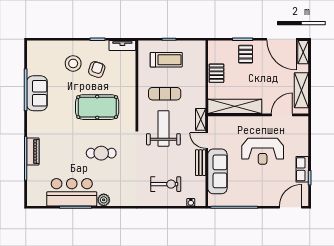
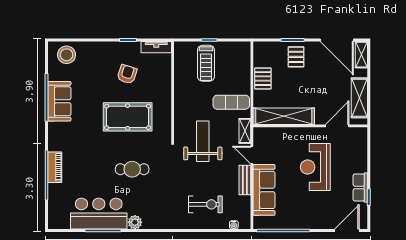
treadmill: (166, 60) -> (206, 63), turned 90
stool: (73, 63) -> (67, 55), moved
exercise mat: (165, 94) -> (231, 102), moved
reception desk: (263, 151) -> (315, 167), turned 90

